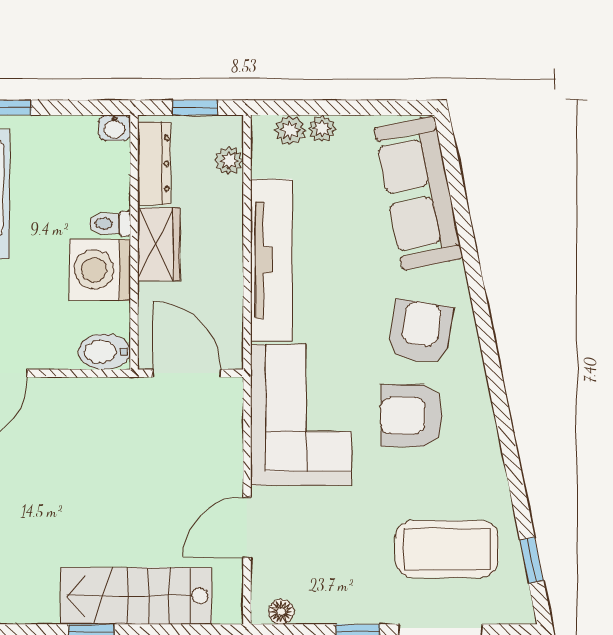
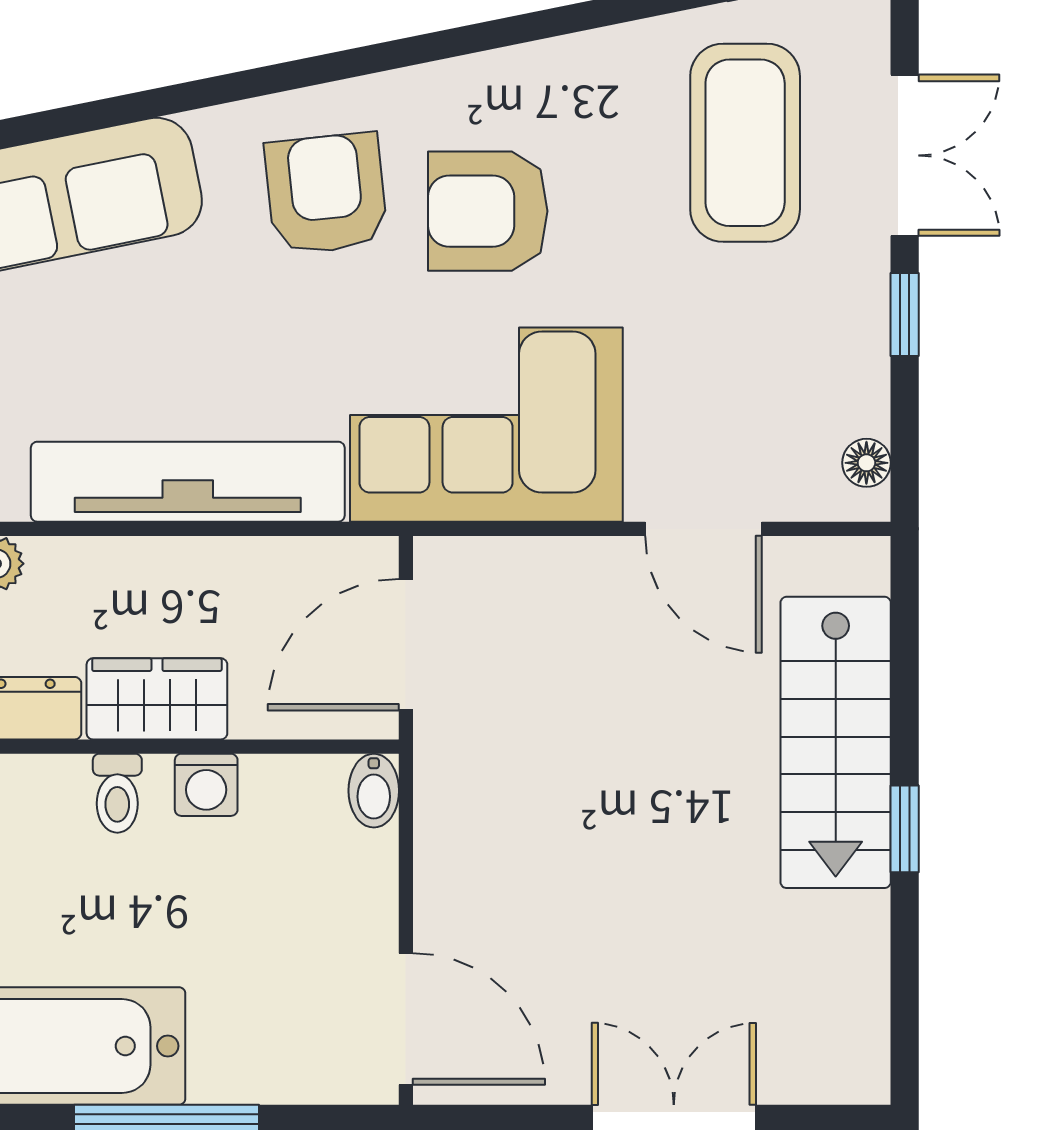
washing machine: (100, 270) -> (206, 785), width x0.53, depth x0.53
armchair: (421, 332) -> (326, 194), turned 75
bidet: (104, 352) -> (374, 791), width x0.72, depth x0.74
armchair: (411, 416) -> (488, 211), turned 90

